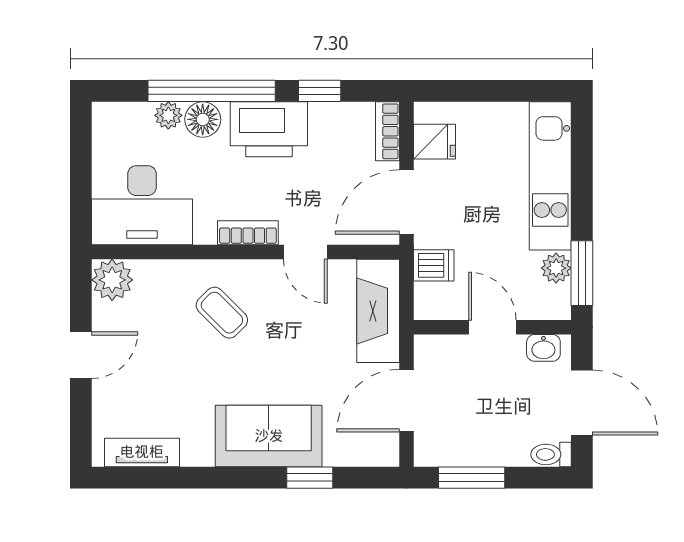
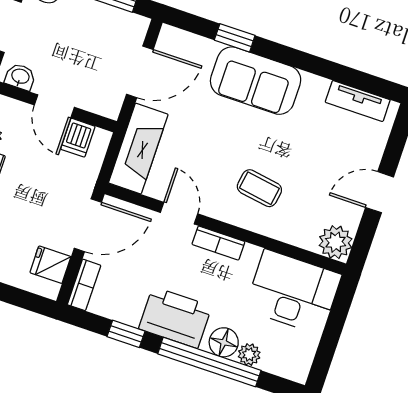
dishwasher: (434, 265) -> (78, 138), moved, turned -90
coffee table: (222, 313) -> (259, 188), turned -36

